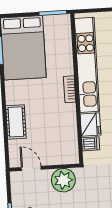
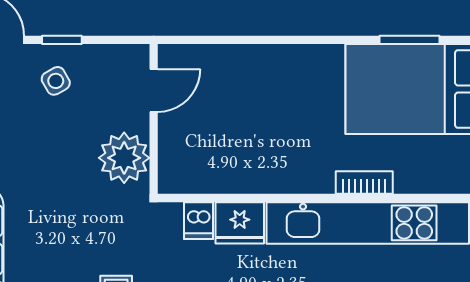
bookcase: (70, 89) -> (364, 183), moved
cot: (16, 122) -> (255, 64), removed

